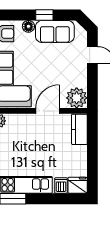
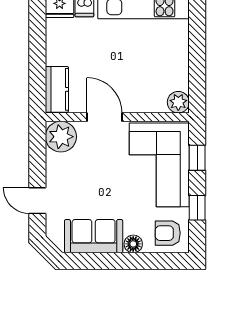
window: (44, 15) -> (109, 261), removed
door: (48, 111) -> (104, 117), swing flipped

